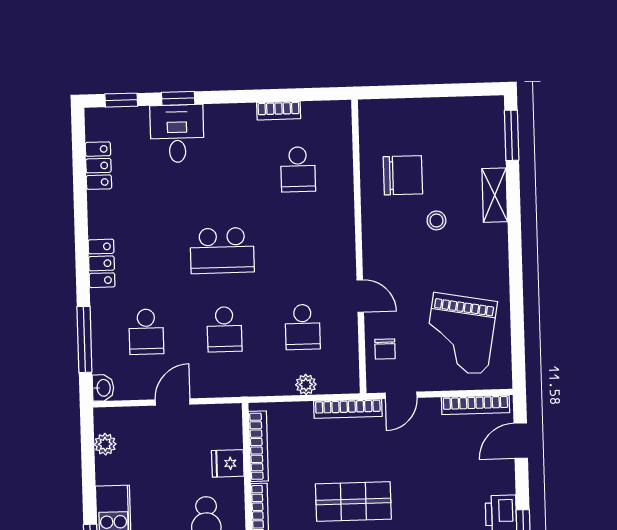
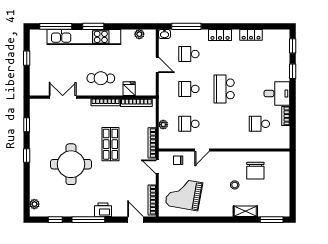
desk: (177, 134) -> (277, 94), moved
locker: (98, 166) -> (251, 35), moved

